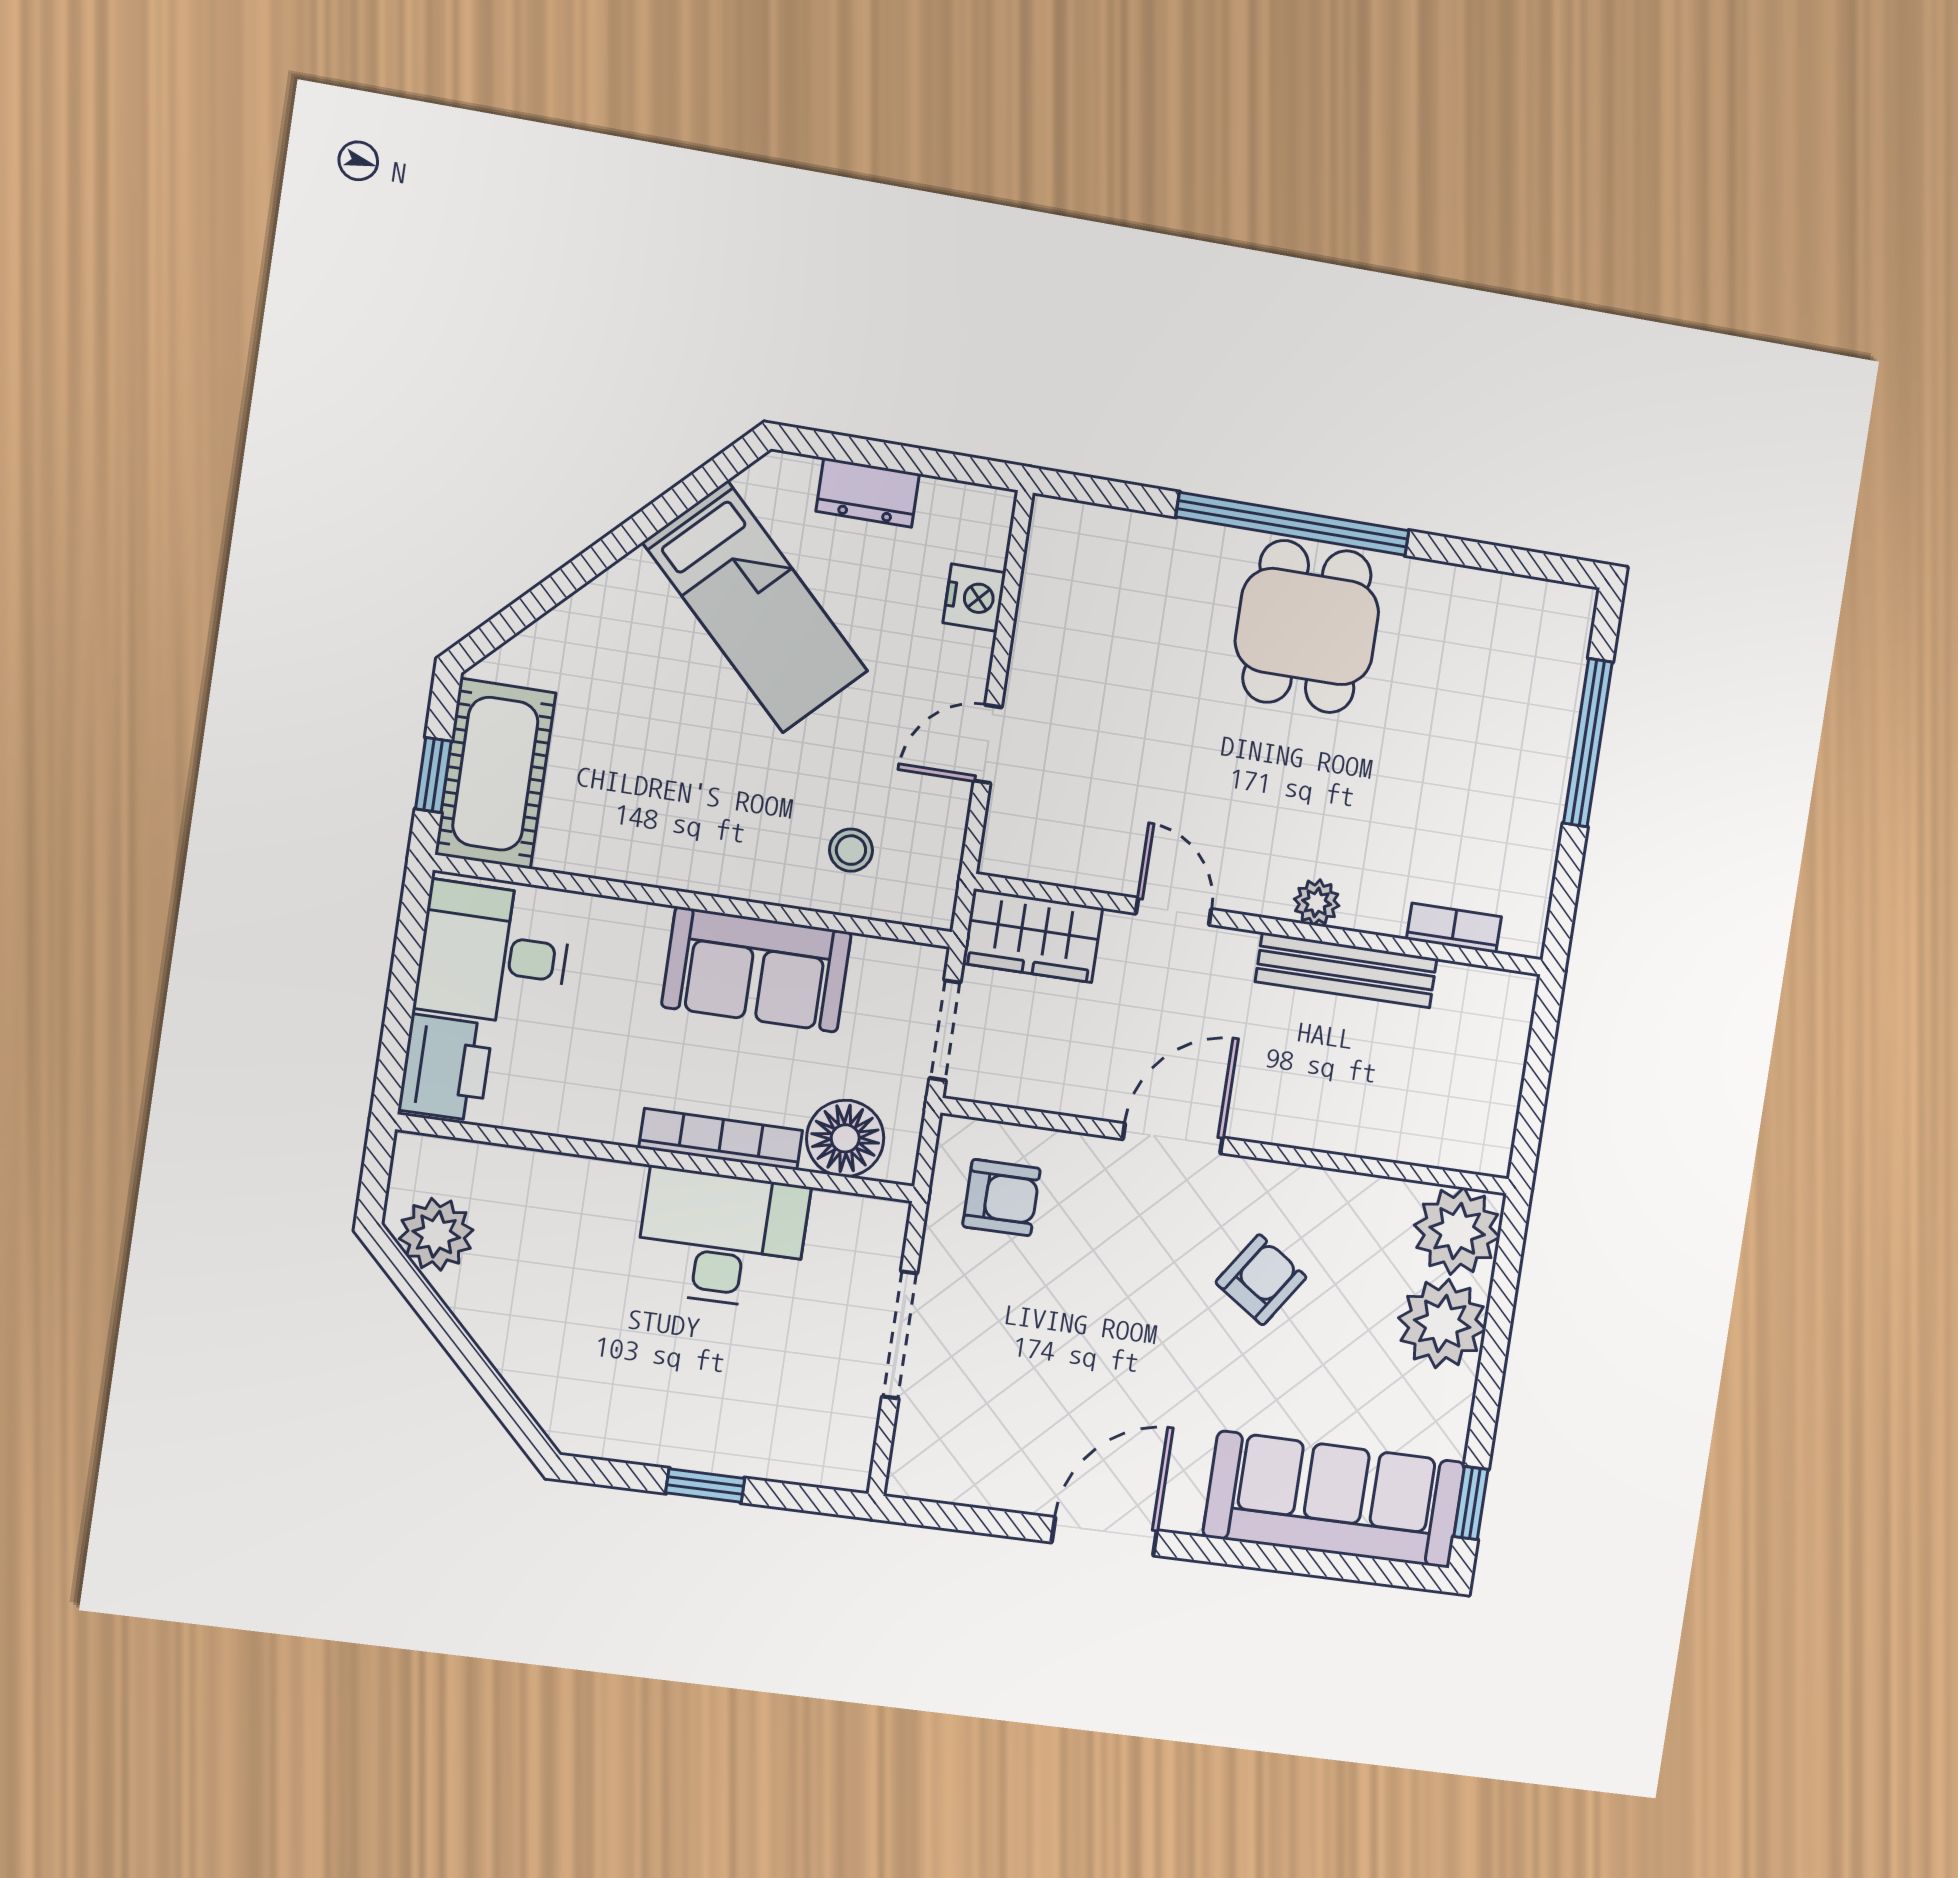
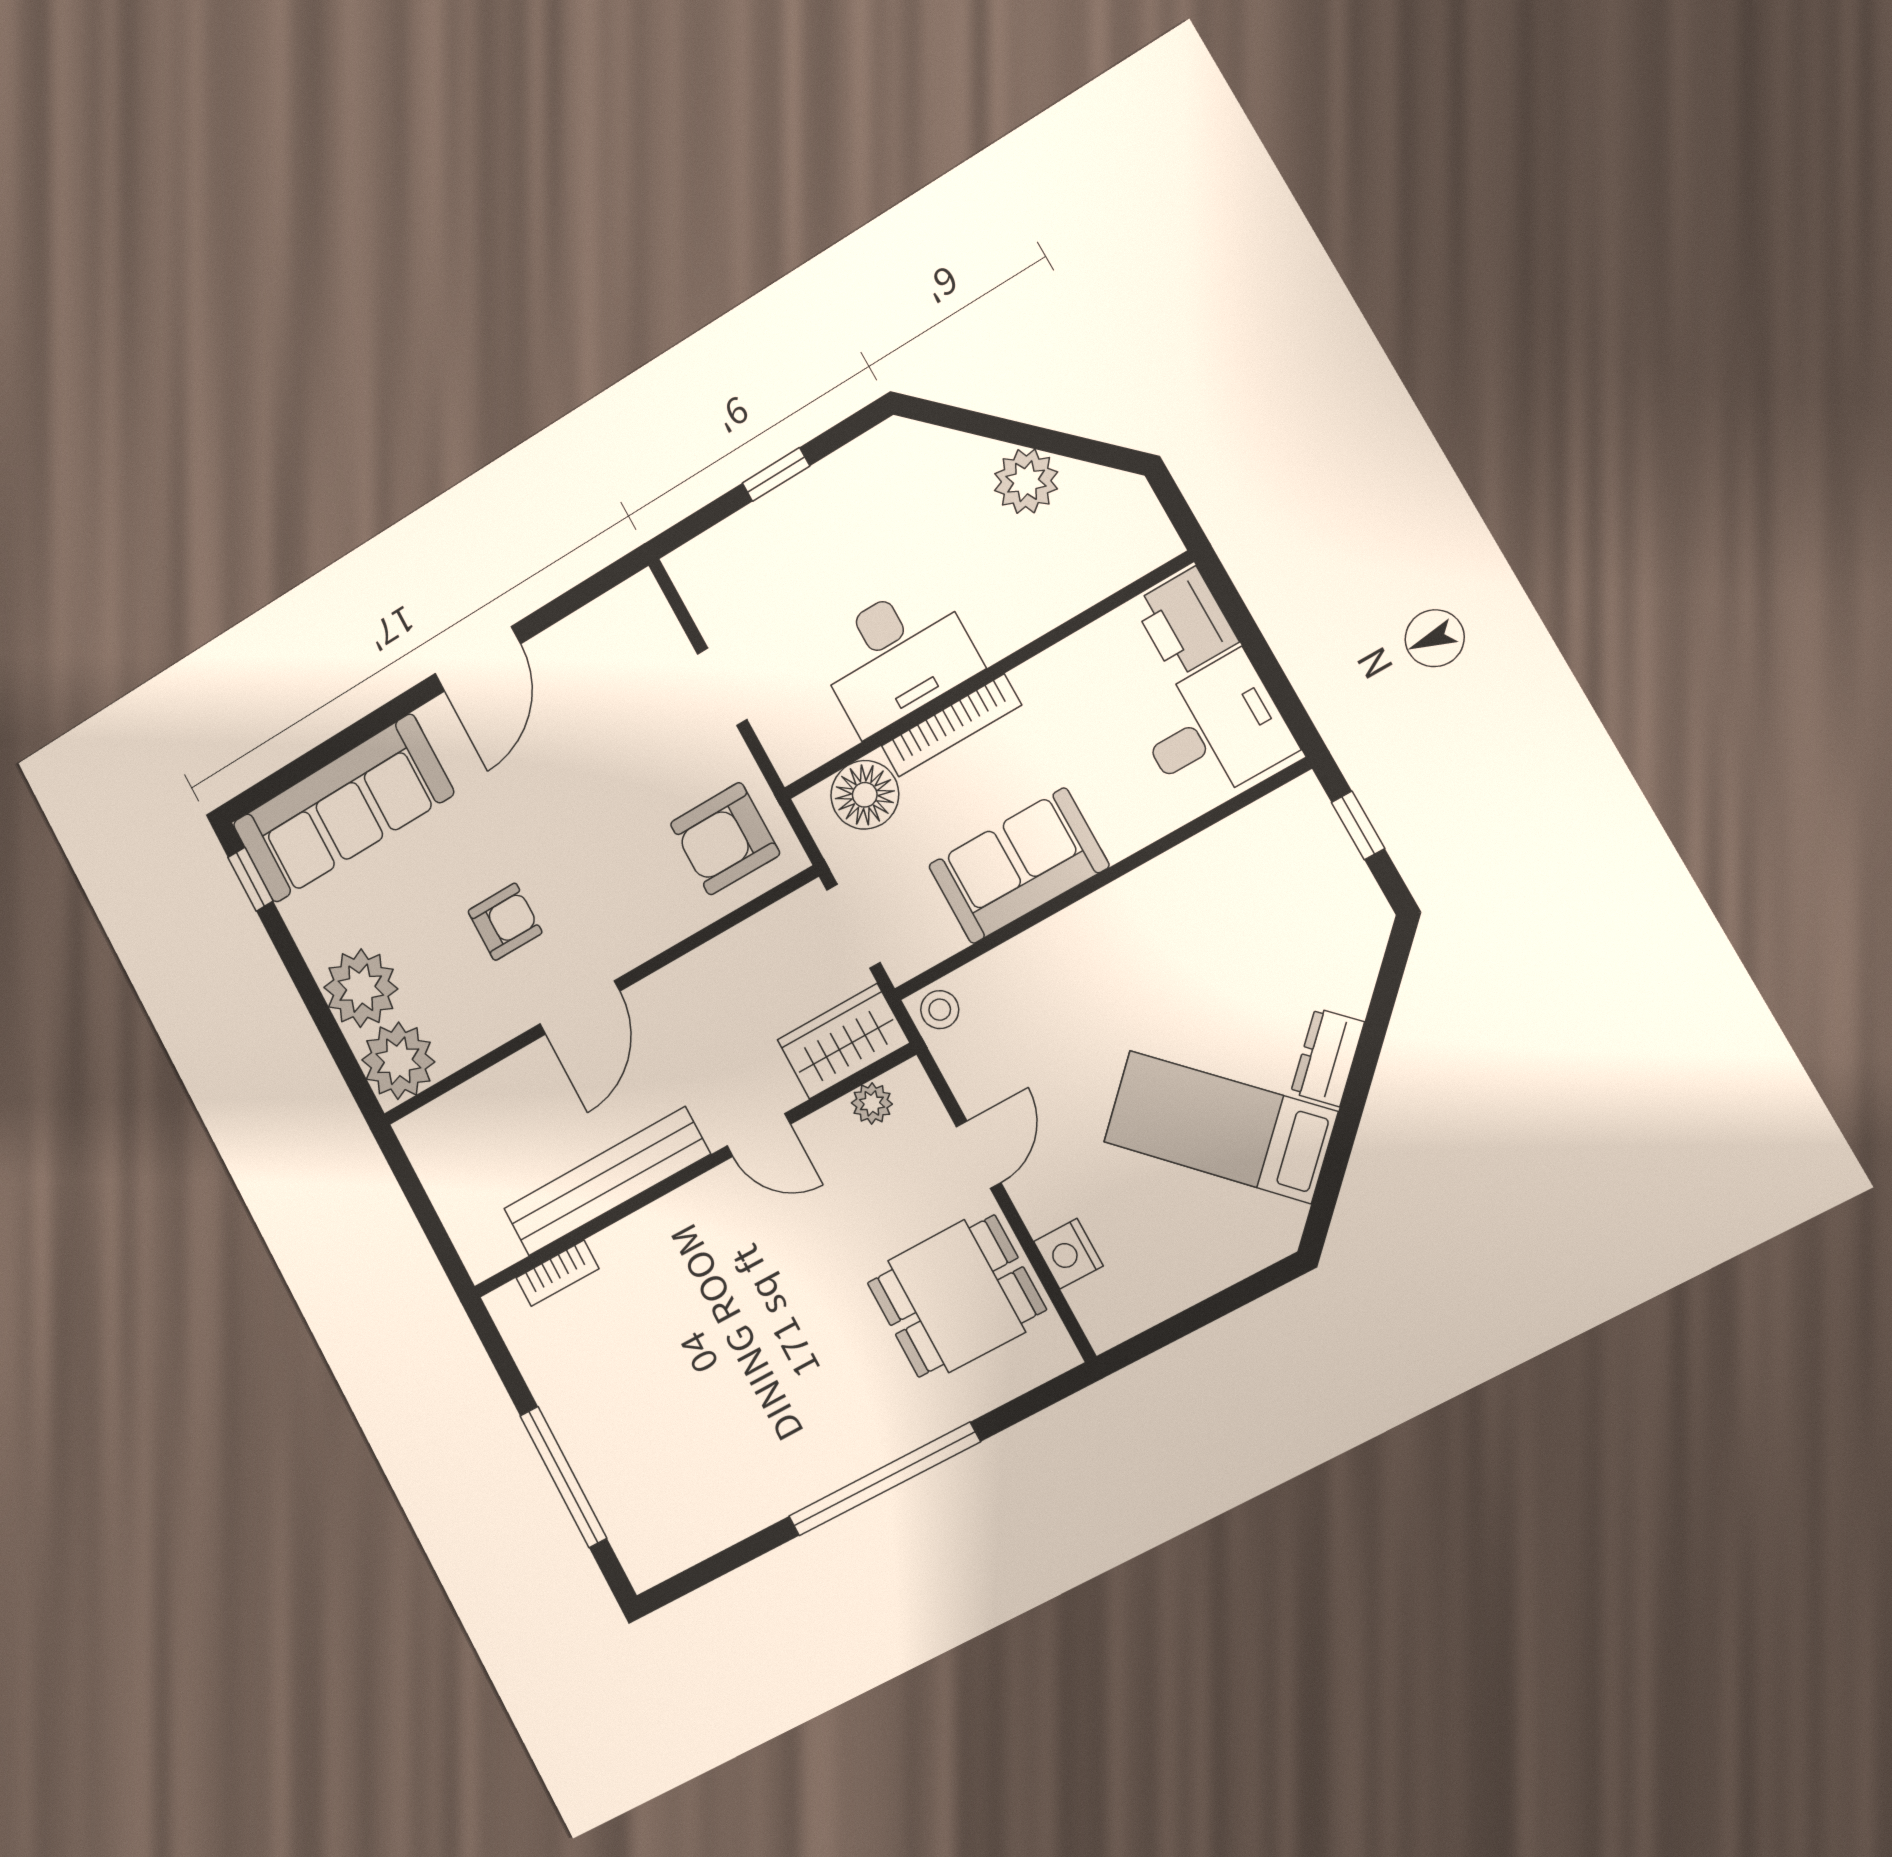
dresser: (868, 493) -> (1328, 1057), moved, turned -45
dining table: (1307, 627) -> (956, 1296), moved, turned 90
cot: (495, 774) -> (1314, 861), removed
stool: (851, 850) -> (940, 1010), moved
plant: (1317, 902) -> (872, 1103), moved
bench: (1346, 970) -> (607, 1182), width x1.37, depth x1.21
door: (1173, 1138) -> (580, 1008), moved
armchair: (1001, 1198) -> (725, 839), width x1.38, depth x1.38
plant: (436, 1234) -> (1026, 481), moved
armchair: (1261, 1280) -> (505, 922), turned -124
doorway: (900, 1335) -> (722, 687), width x0.73

